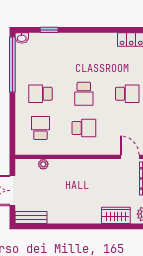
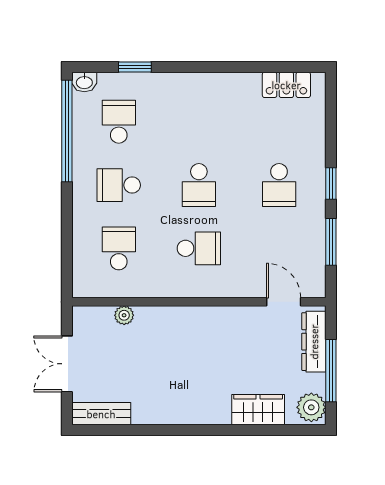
school desk: (40, 59) -> (119, 122), added
school desk: (127, 94) -> (279, 185), turned 90

